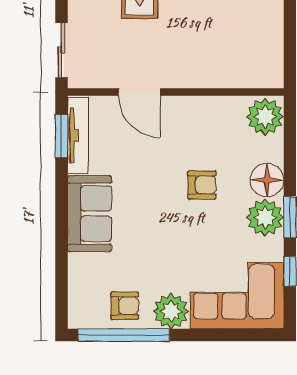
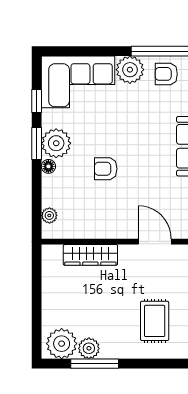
wardrobe: (221, 75) -> (90, 255), added
plant: (265, 117) -> (49, 215), width x0.53, depth x0.53
floor lamp: (267, 180) -> (48, 166), width x0.53, depth x0.53

